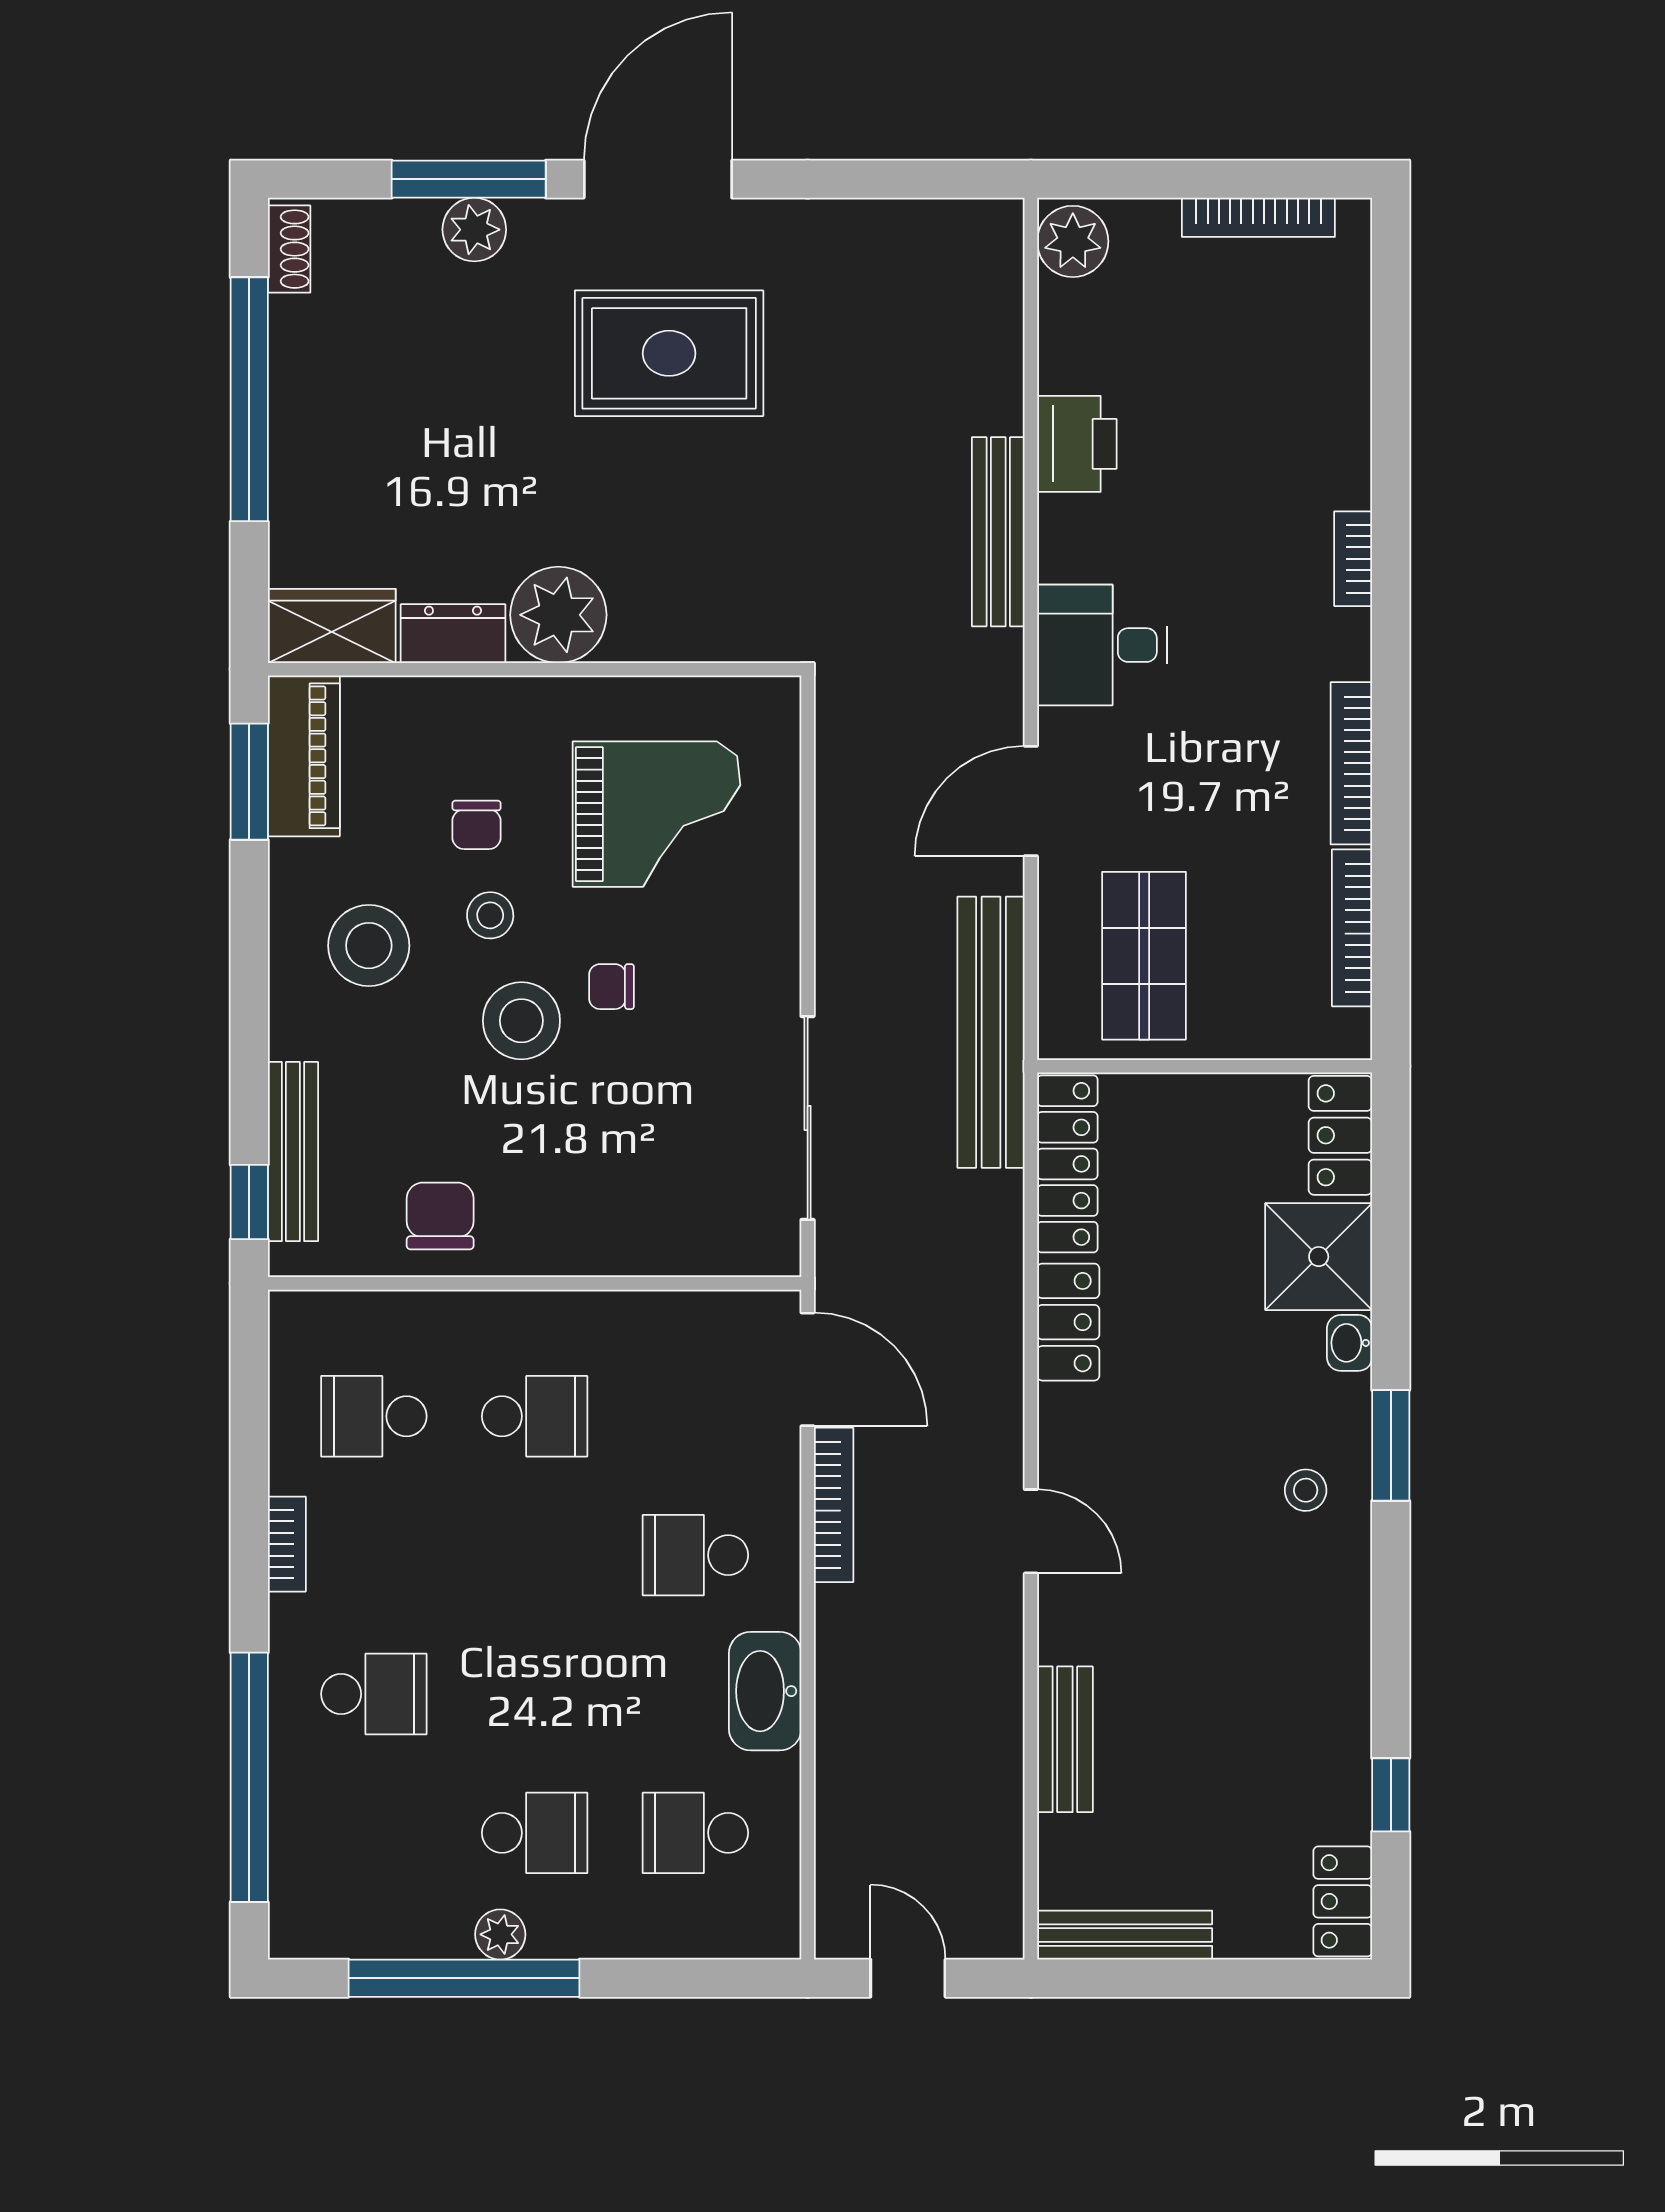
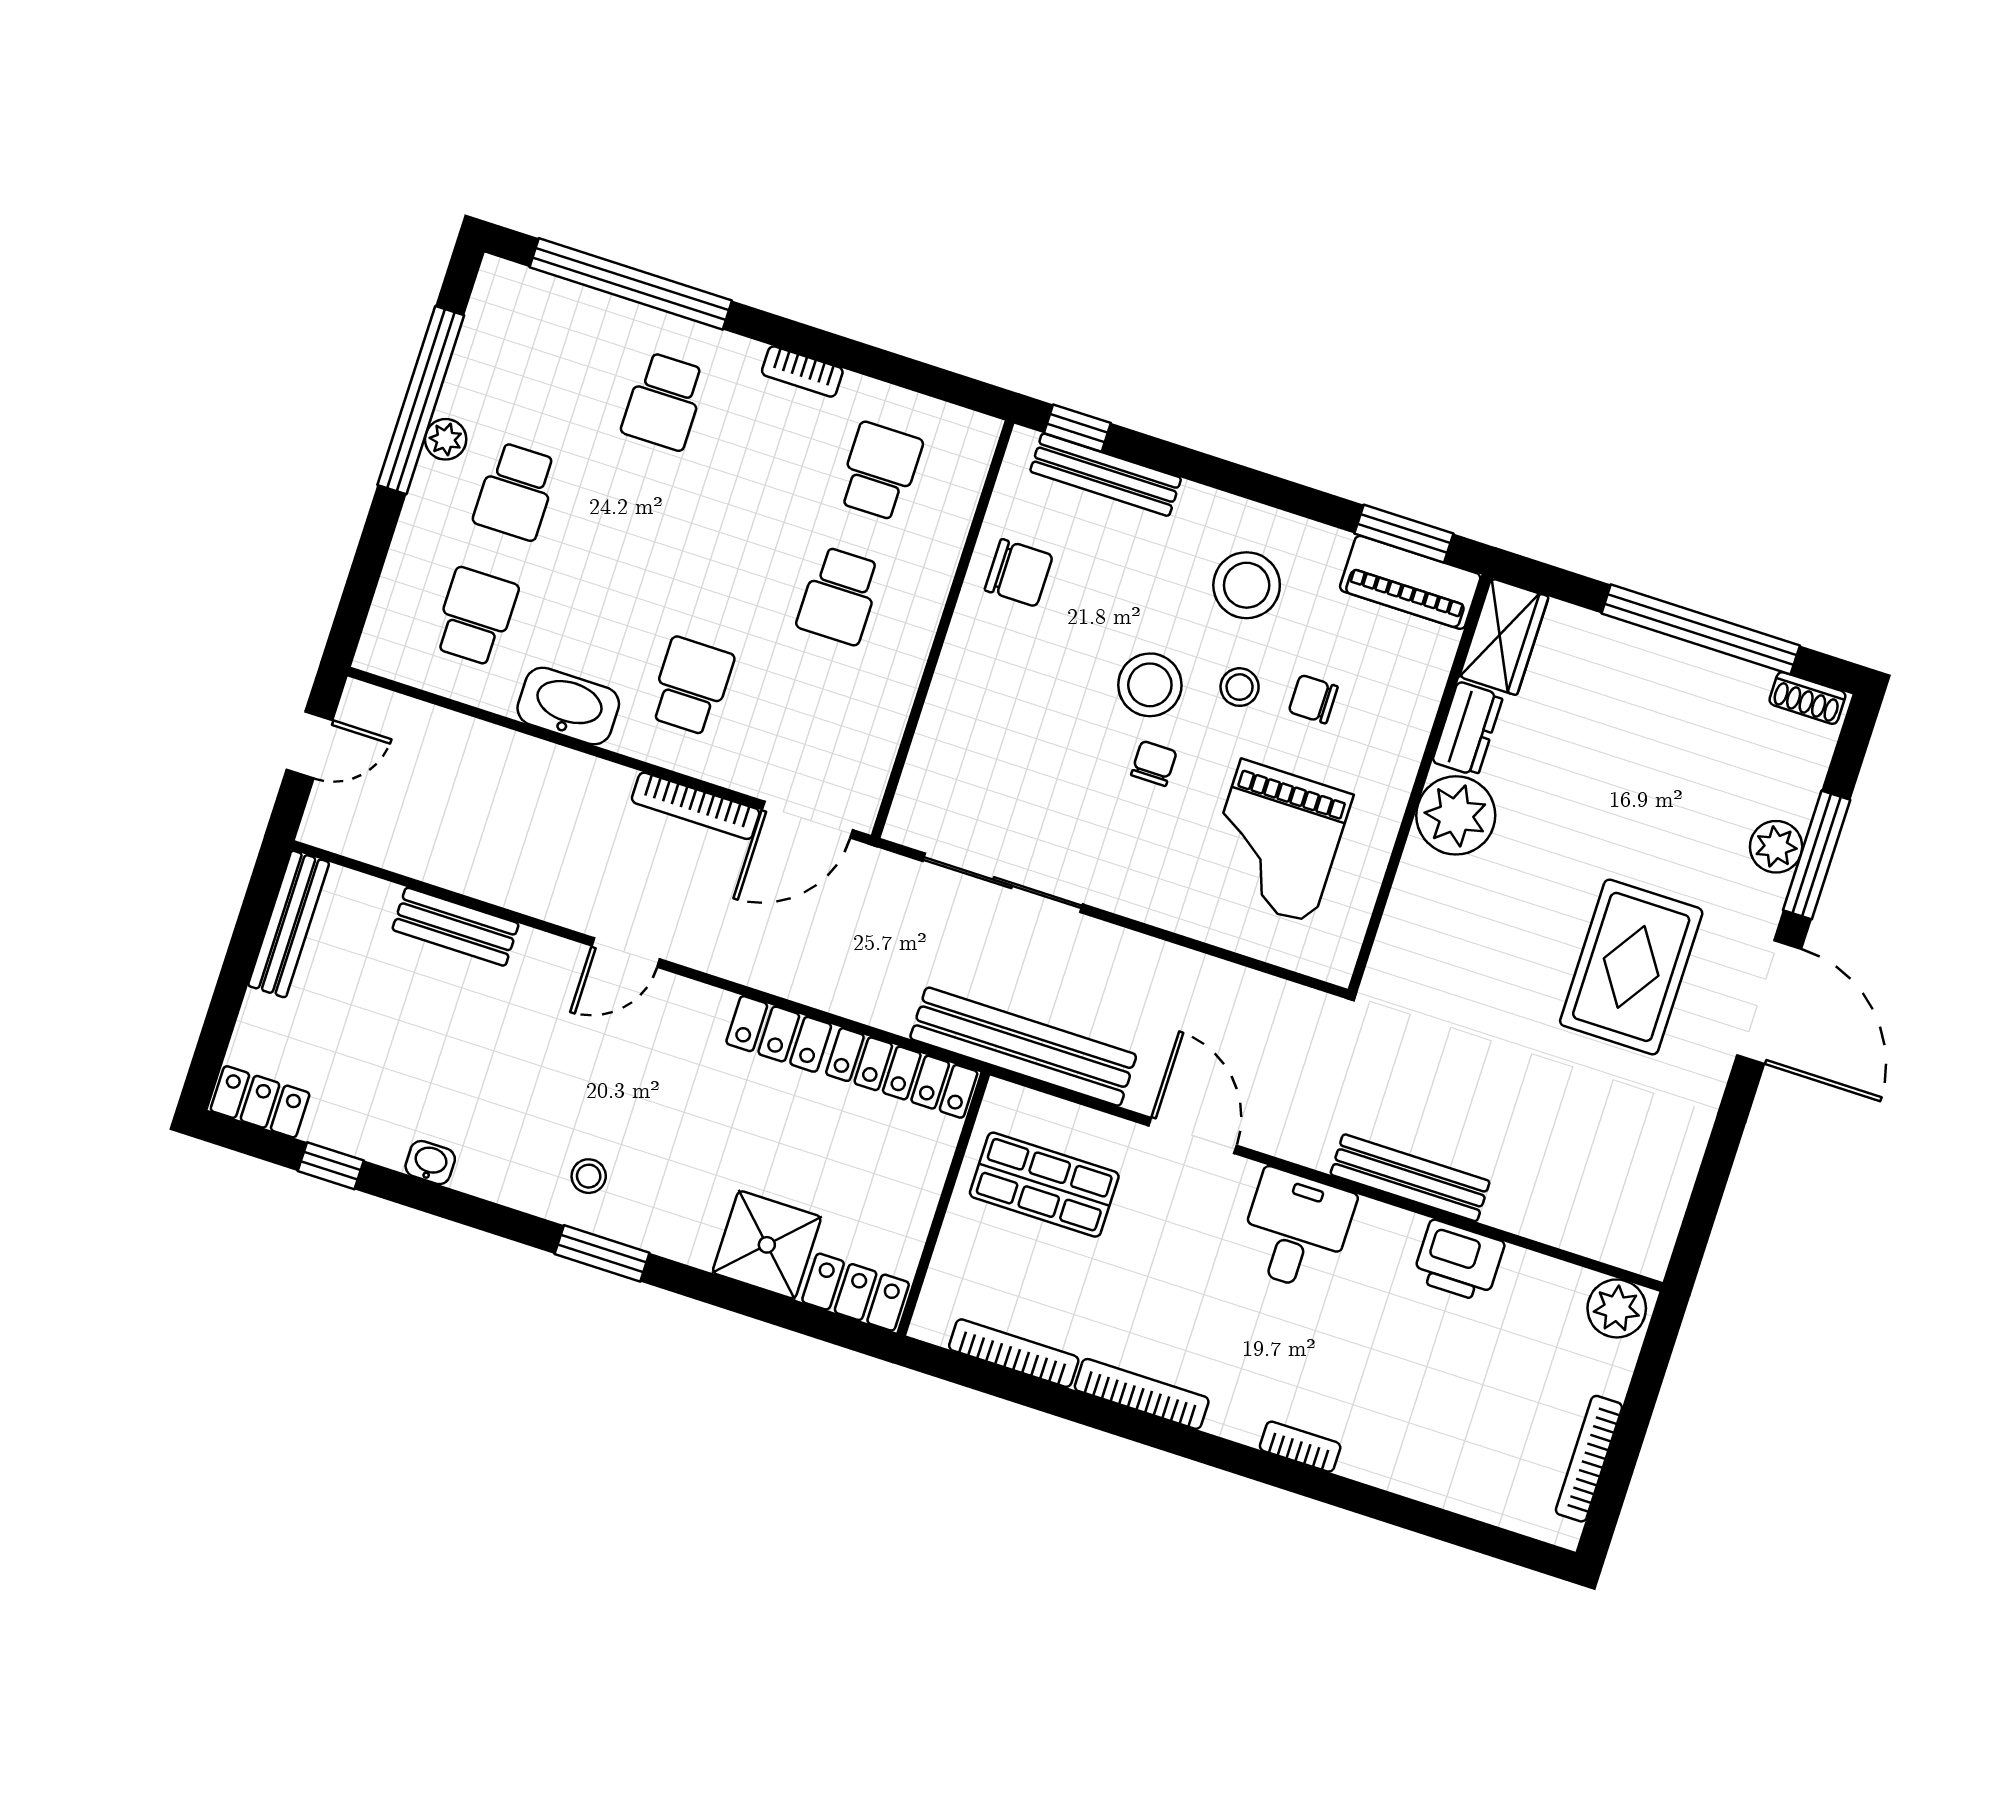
washbasin: (1350, 1343) -> (430, 1163), moved

